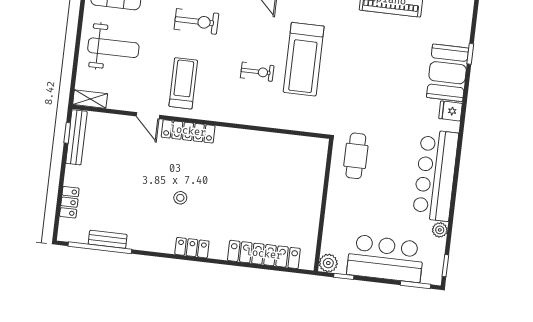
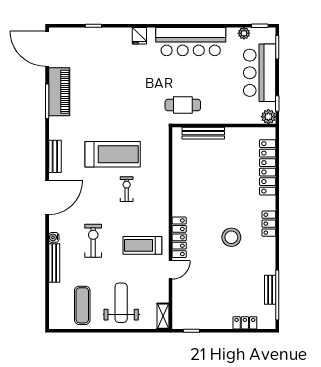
booth: (448, 73) -> (110, 42), removed
bench: (76, 137) -> (203, 133), moved
stool: (180, 198) -> (231, 237), width x1.89, depth x1.89
plant: (440, 230) -> (244, 33), moved

